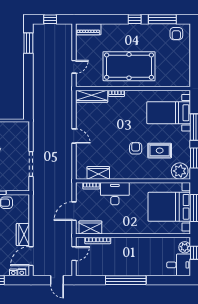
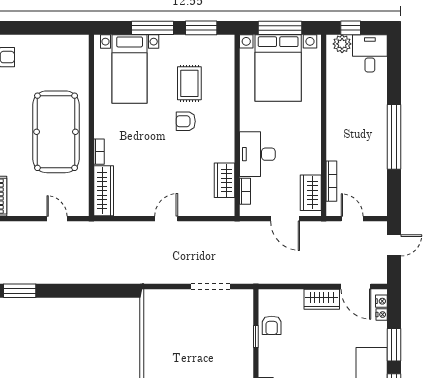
plant: (180, 171) -> (222, 52), removed

